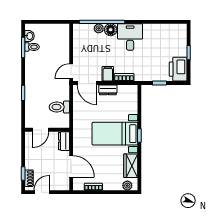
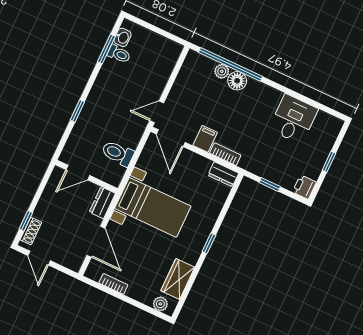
desk: (130, 37) -> (293, 119), moved
printer: (178, 69) -> (304, 187), width x0.53, depth x0.68
dresser: (108, 90) -> (223, 174), moved
bed with nightstands: (115, 134) -> (153, 207), moved, turned 180
door: (42, 192) -> (39, 258), swing flipped

